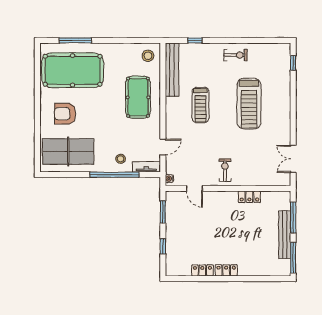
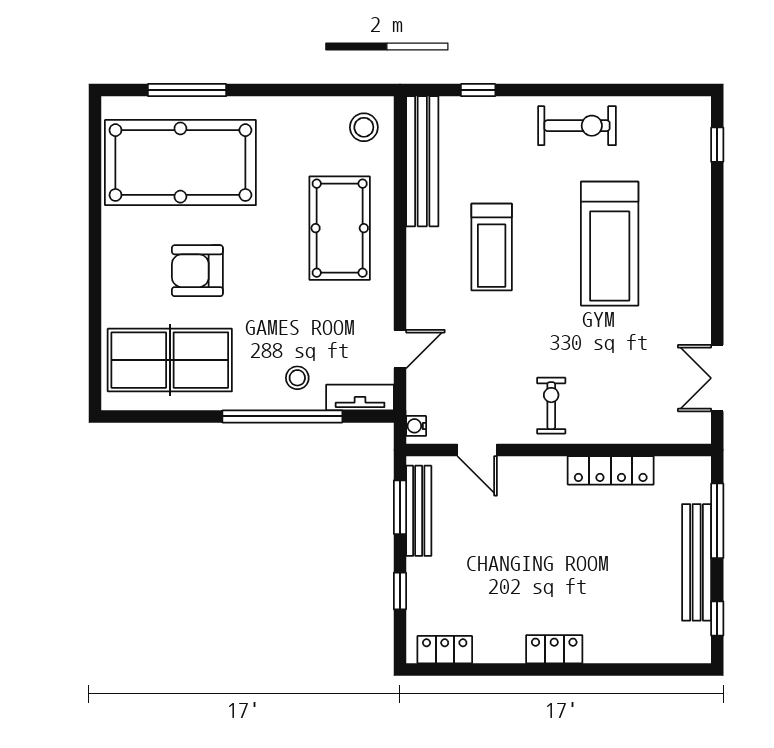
exercise bike: (236, 55) -> (577, 126), width x1.38, depth x1.39
armchair: (65, 114) -> (197, 271), moved
locker: (249, 197) -> (611, 470), width x1.53
bench: (170, 213) -> (419, 511), added
window: (293, 258) -> (717, 619), width x0.46
locker: (202, 271) -> (445, 650), moved

